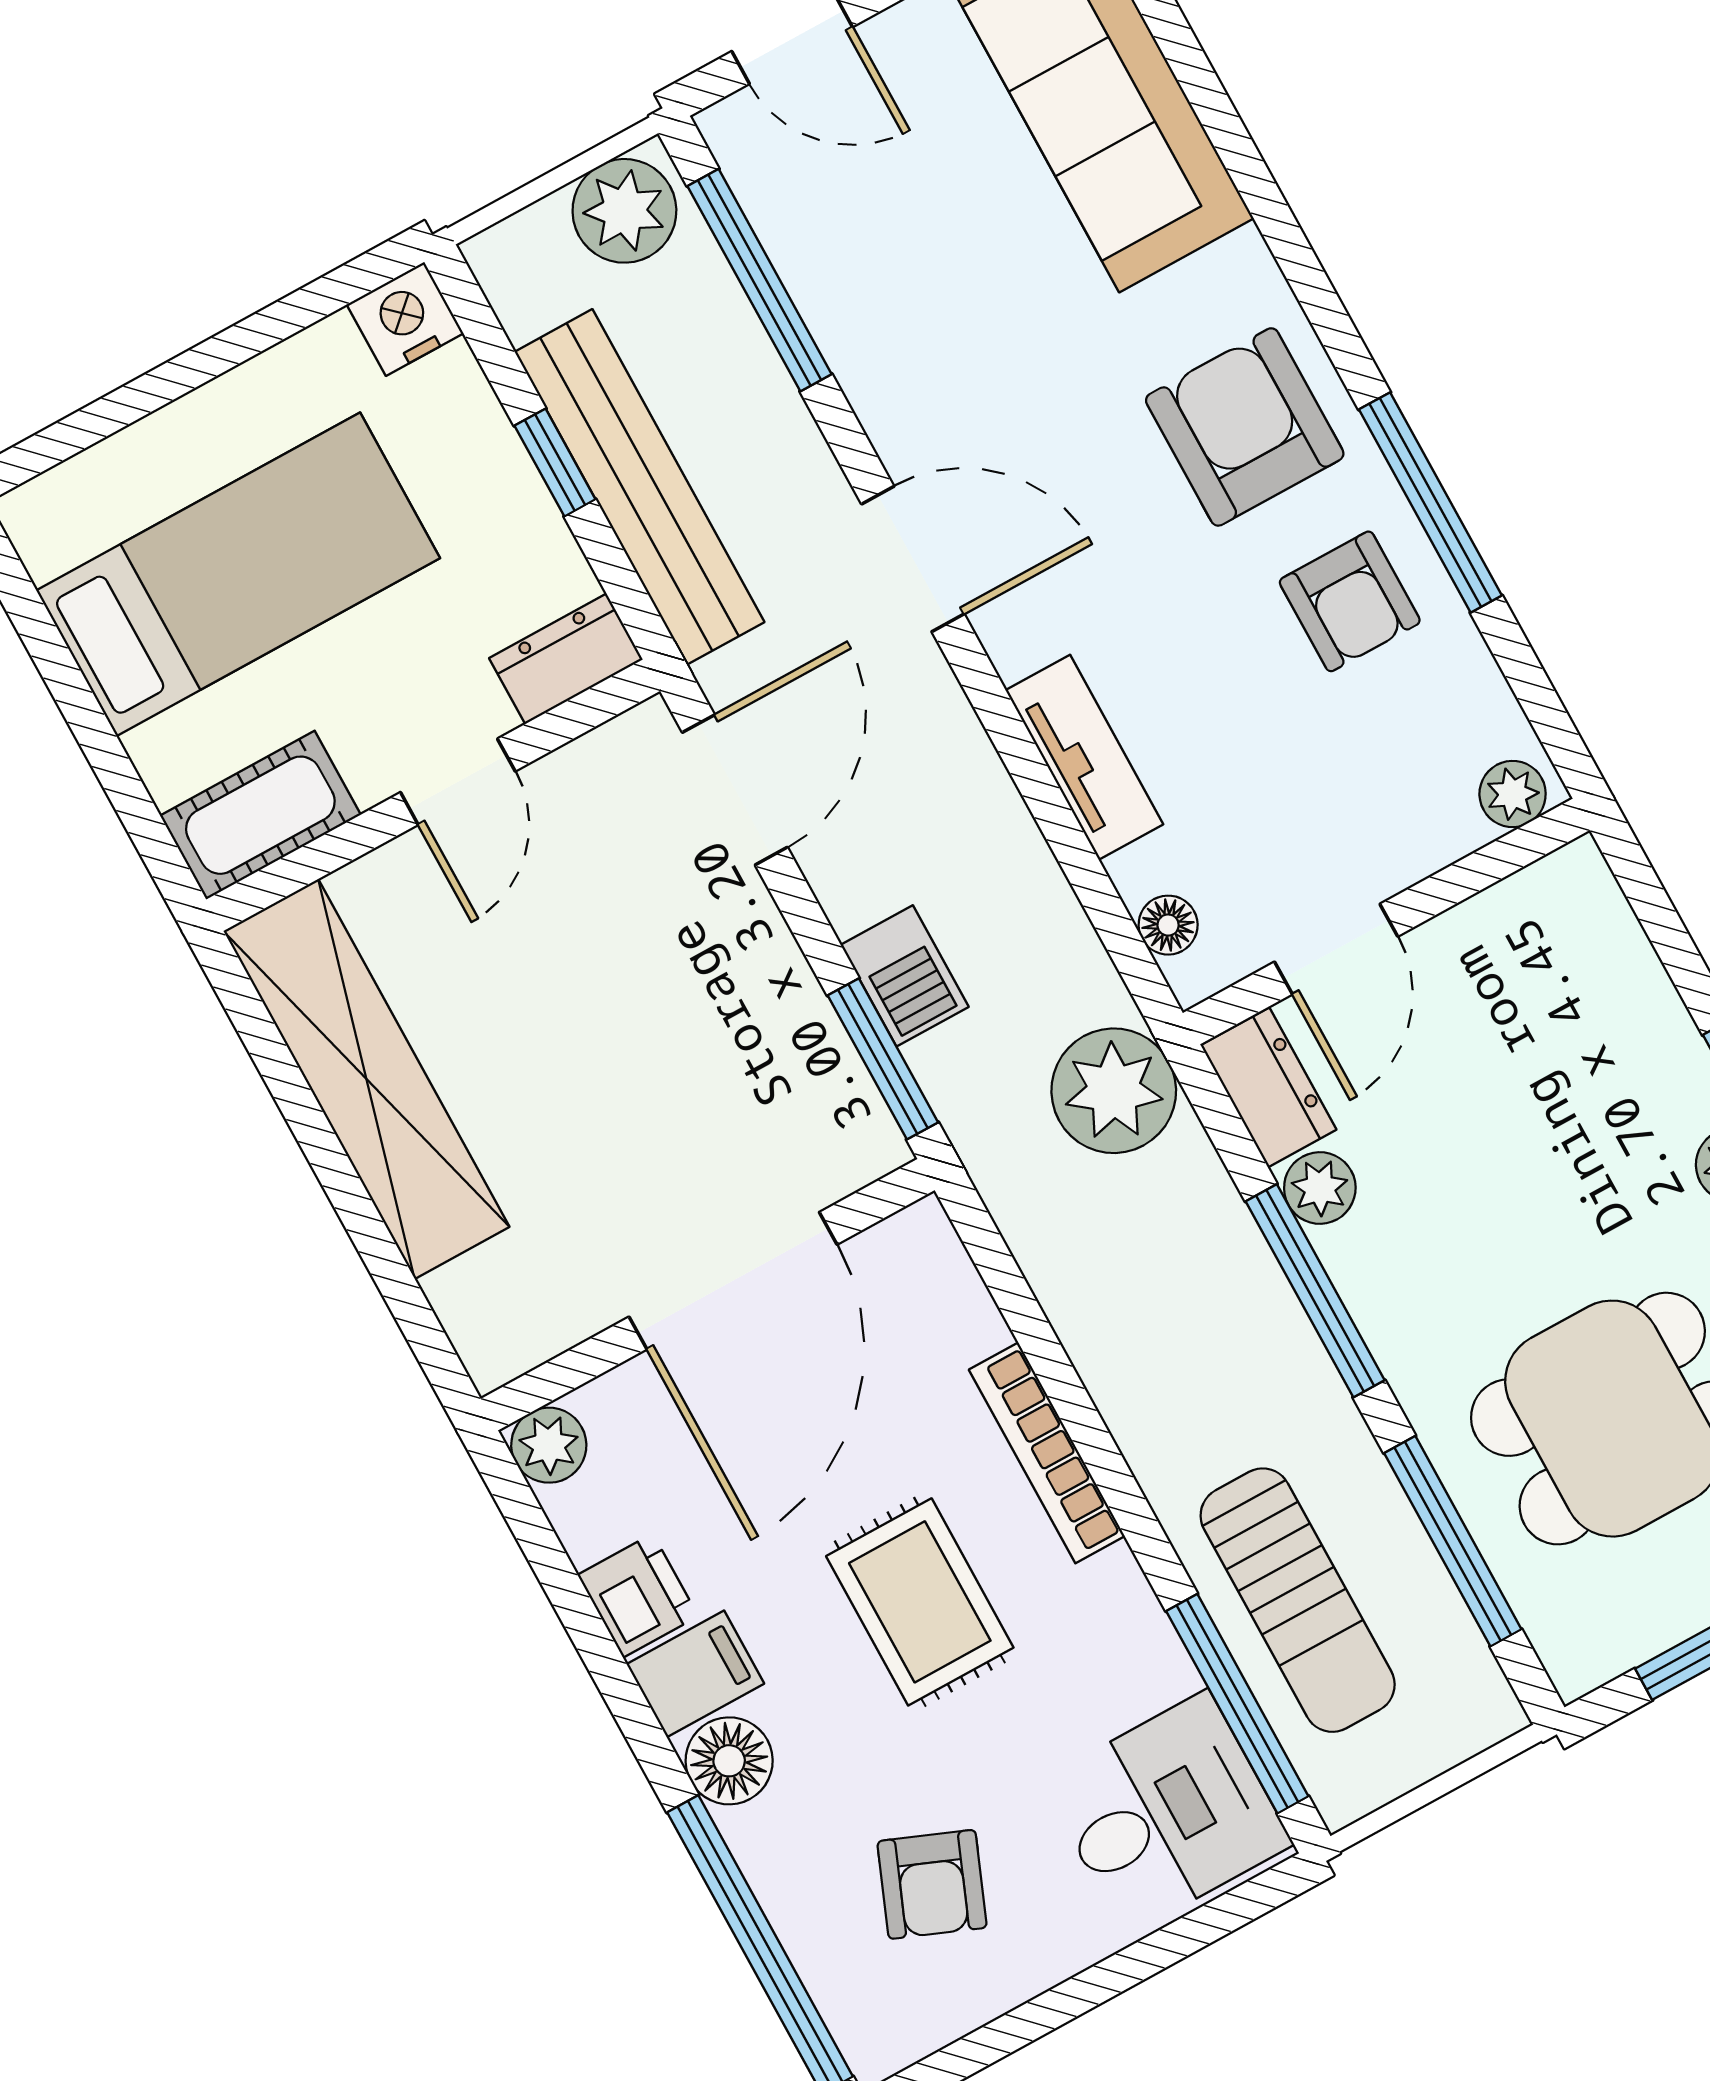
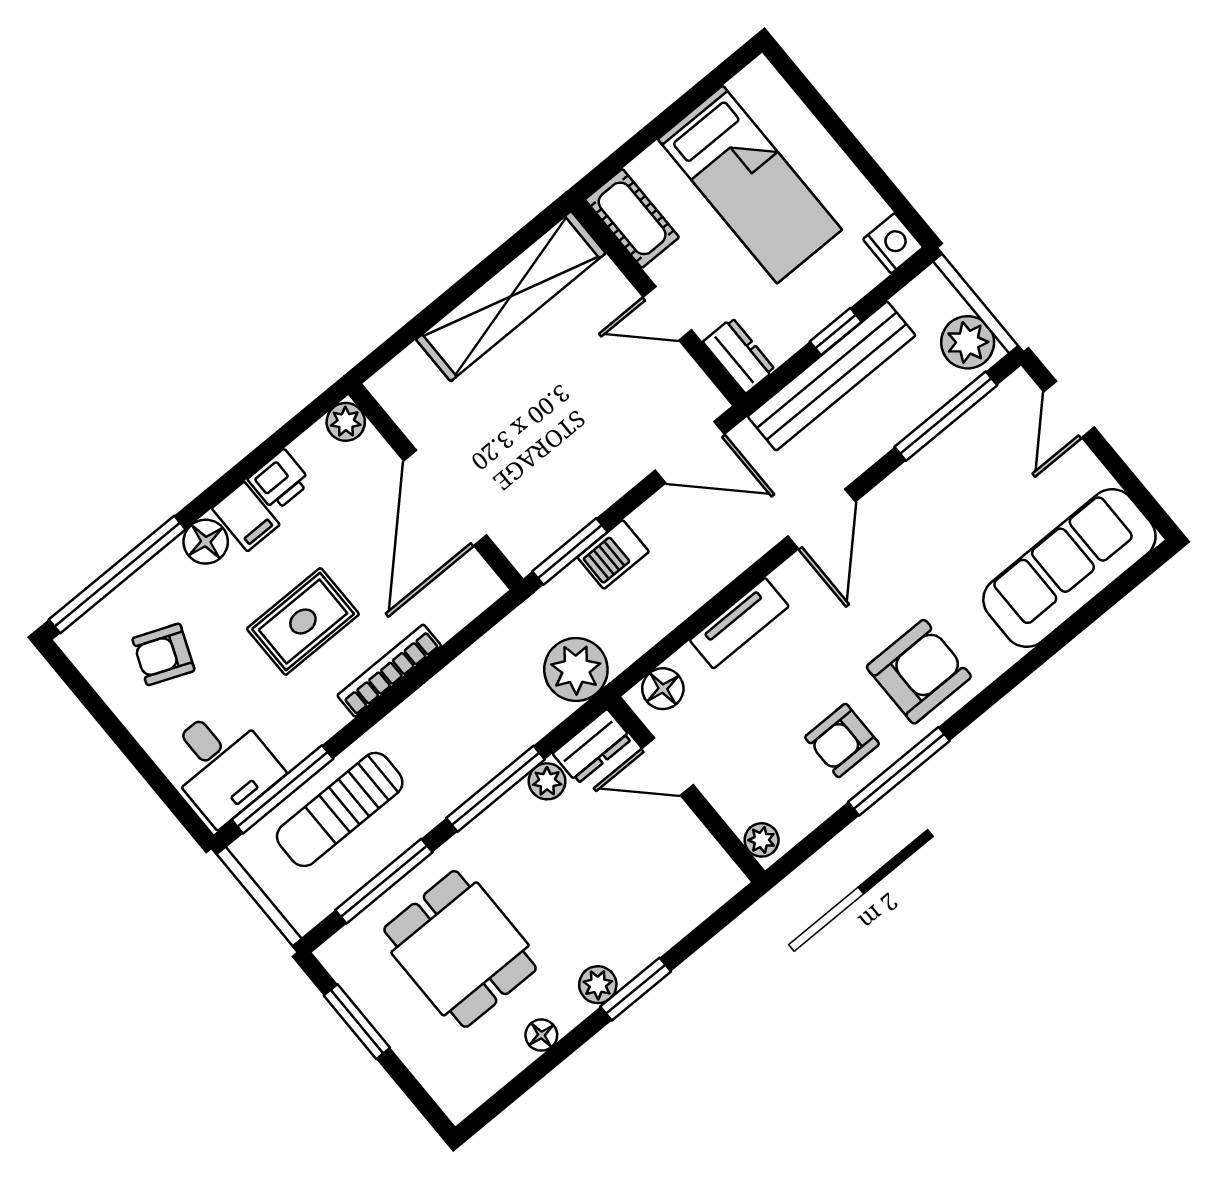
floor lamp: (1168, 925) -> (663, 689), width x1.37, depth x1.37
door: (733, 1281) -> (445, 498), hinge flipped

